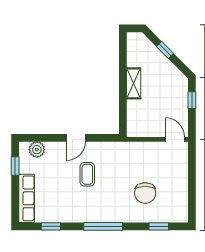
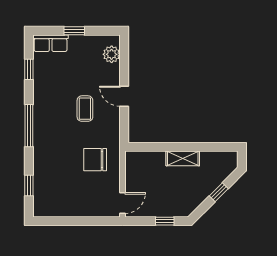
window: (15, 166) -> (74, 31), moved
coffee table: (87, 174) -> (85, 109), turned 90
chair: (145, 193) -> (95, 160), moved
row of seats: (27, 198) -> (51, 43), width x0.68

